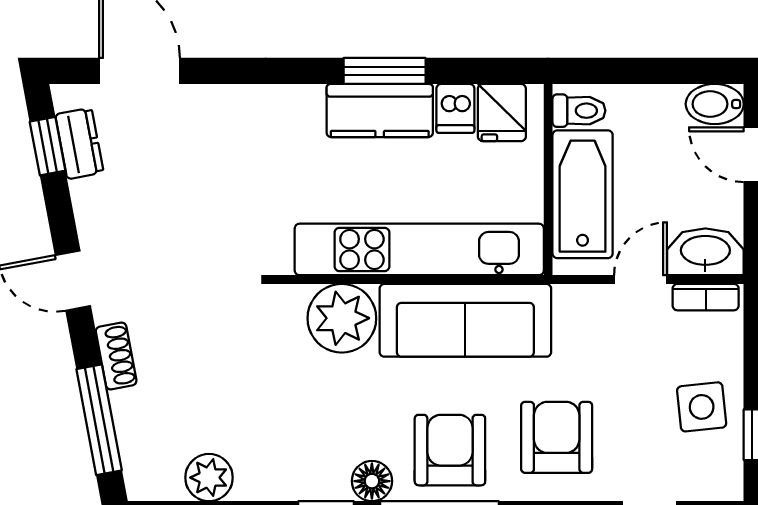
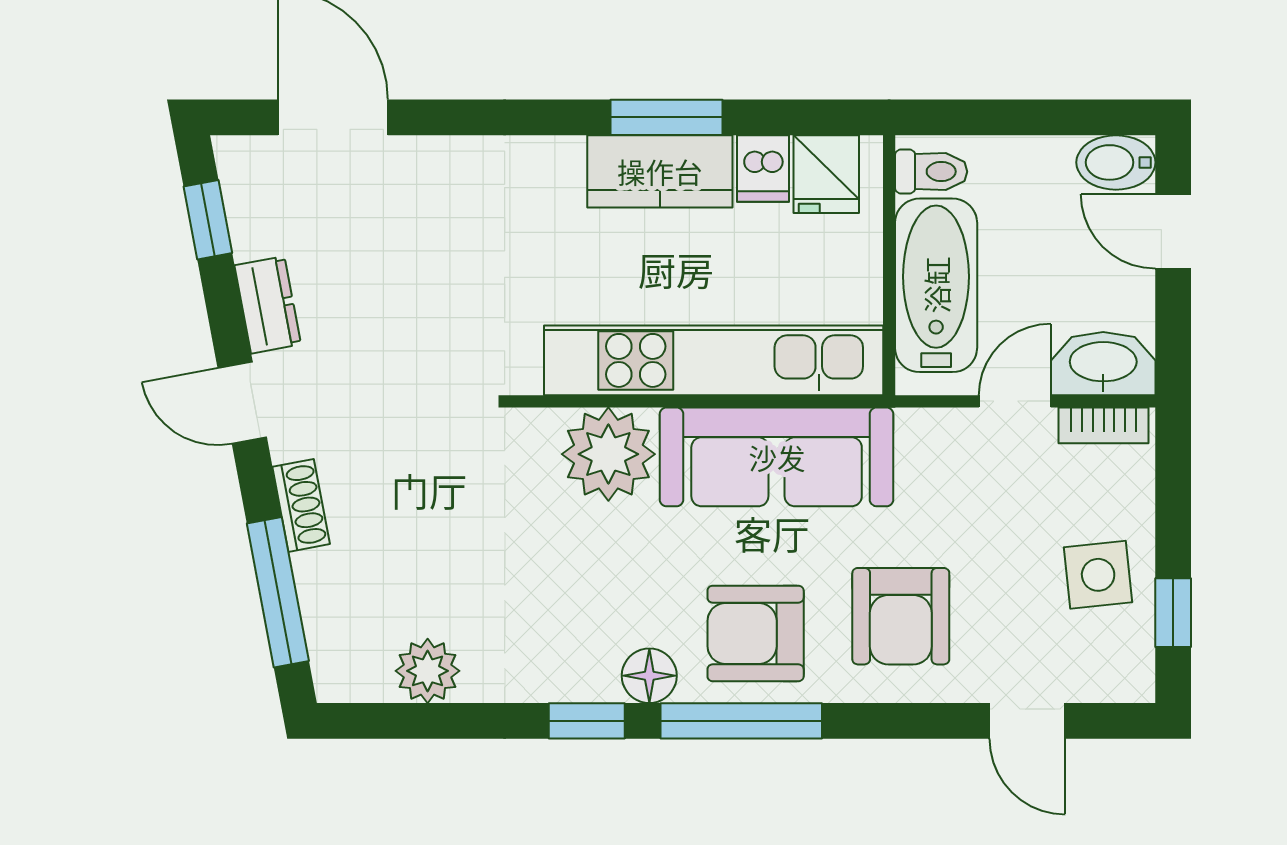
dresser: (79, 143) -> (268, 305), moved
armchair: (557, 437) -> (901, 616), turned 180
armchair: (450, 450) -> (756, 633), turned -90

